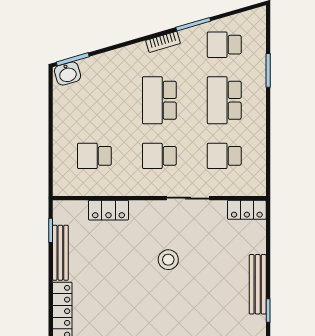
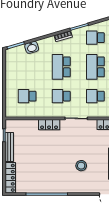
washbasin: (68, 73) -> (32, 47), moved
locker: (108, 210) -> (49, 125), moved
stool: (168, 260) -> (81, 166), moved

